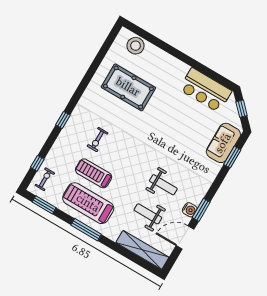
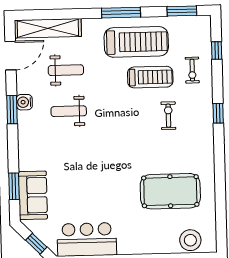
exercise bike: (45, 179) -> (192, 70), moved
door: (185, 237) -> (11, 56), moved

